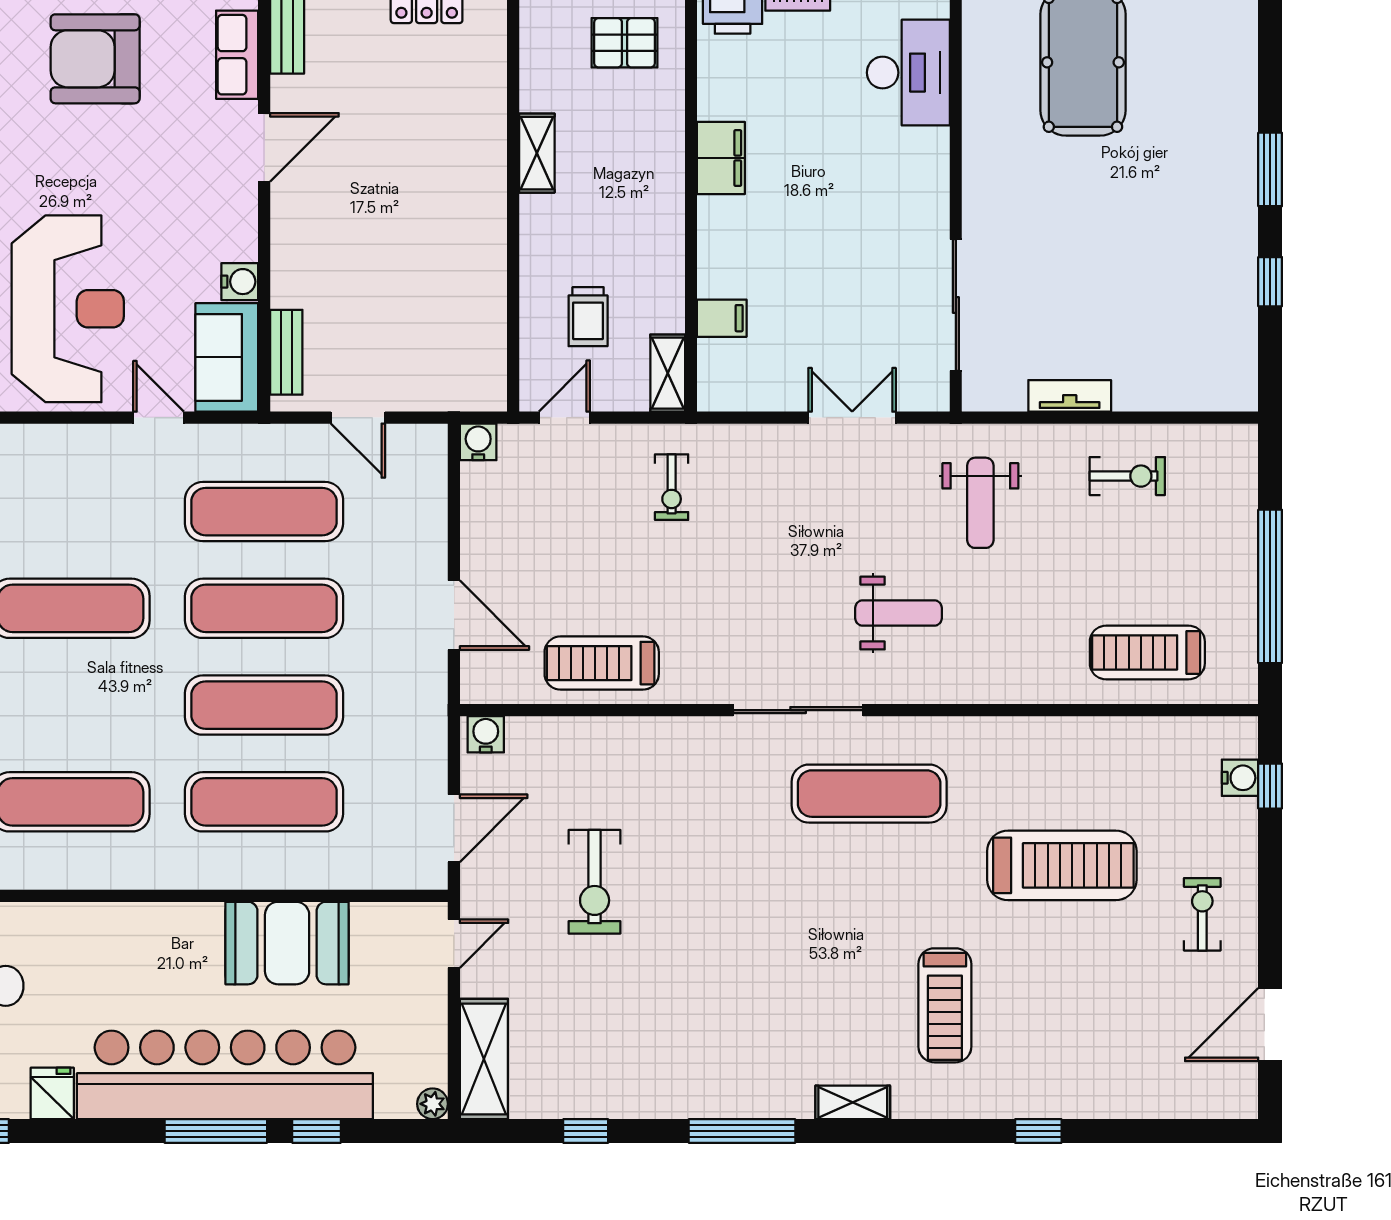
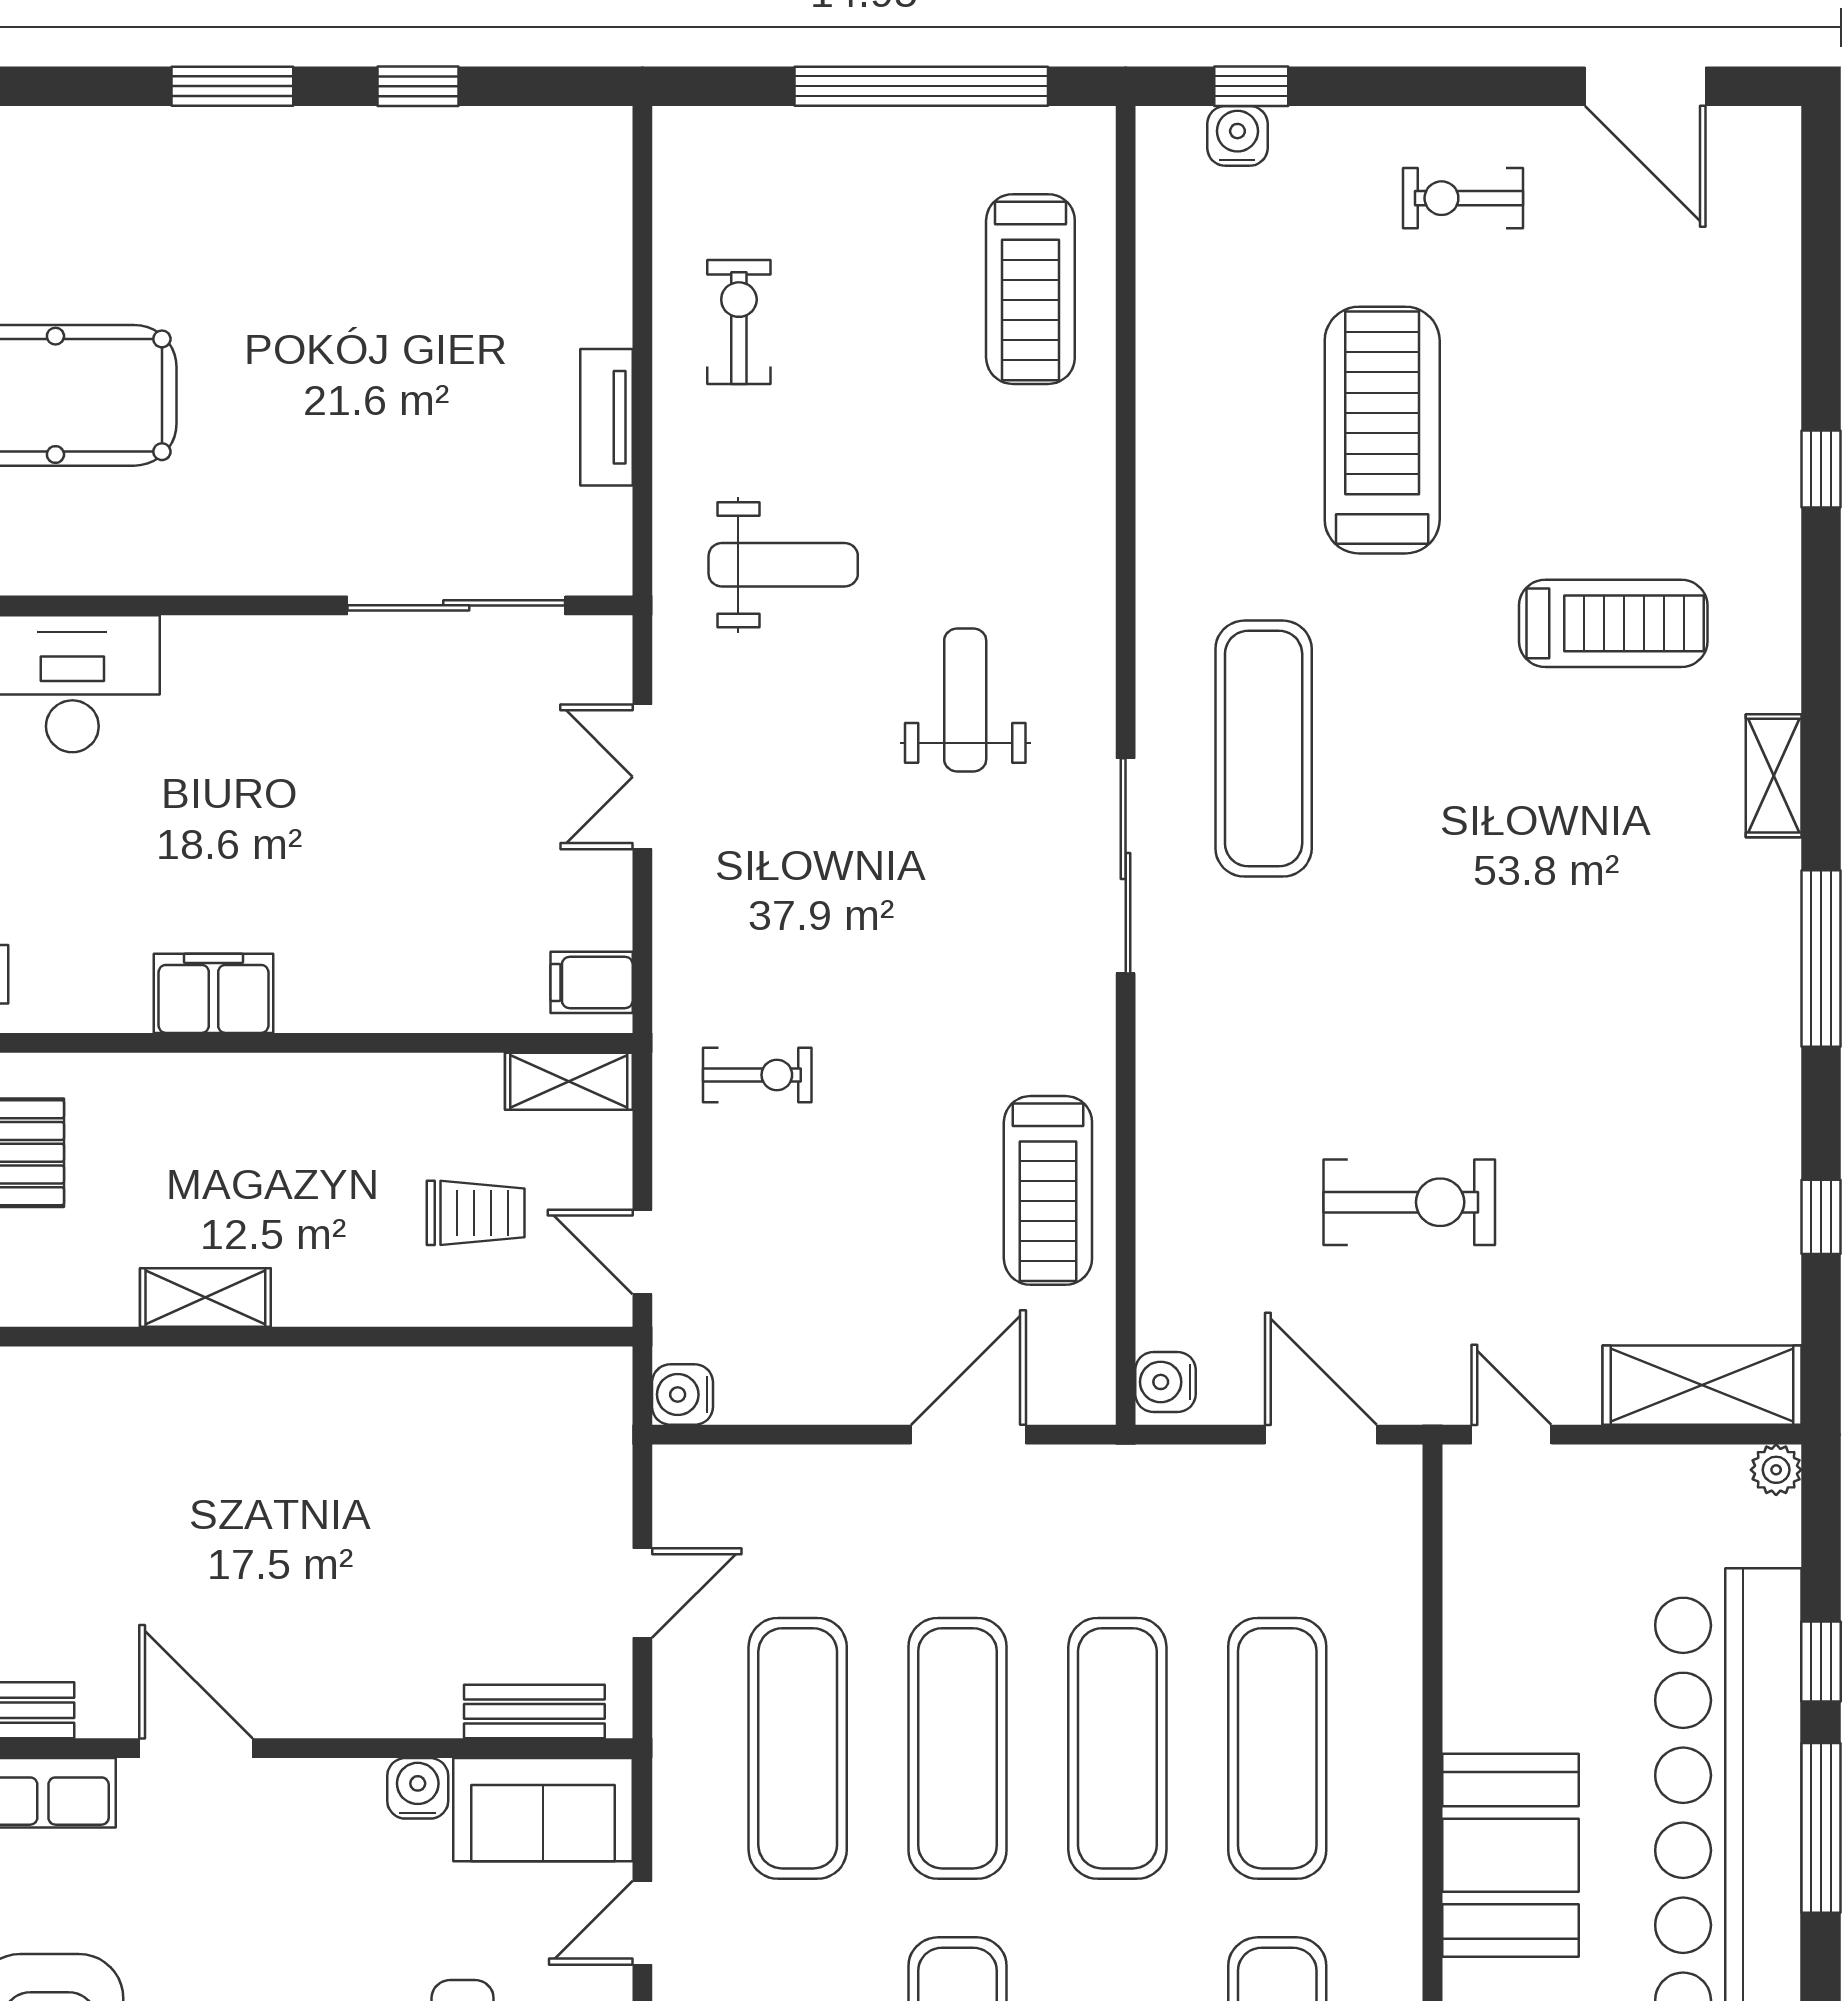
filing cabinet: (722, 318) -> (592, 982), moved, turned -90
booth: (287, 943) -> (1511, 1855), moved

